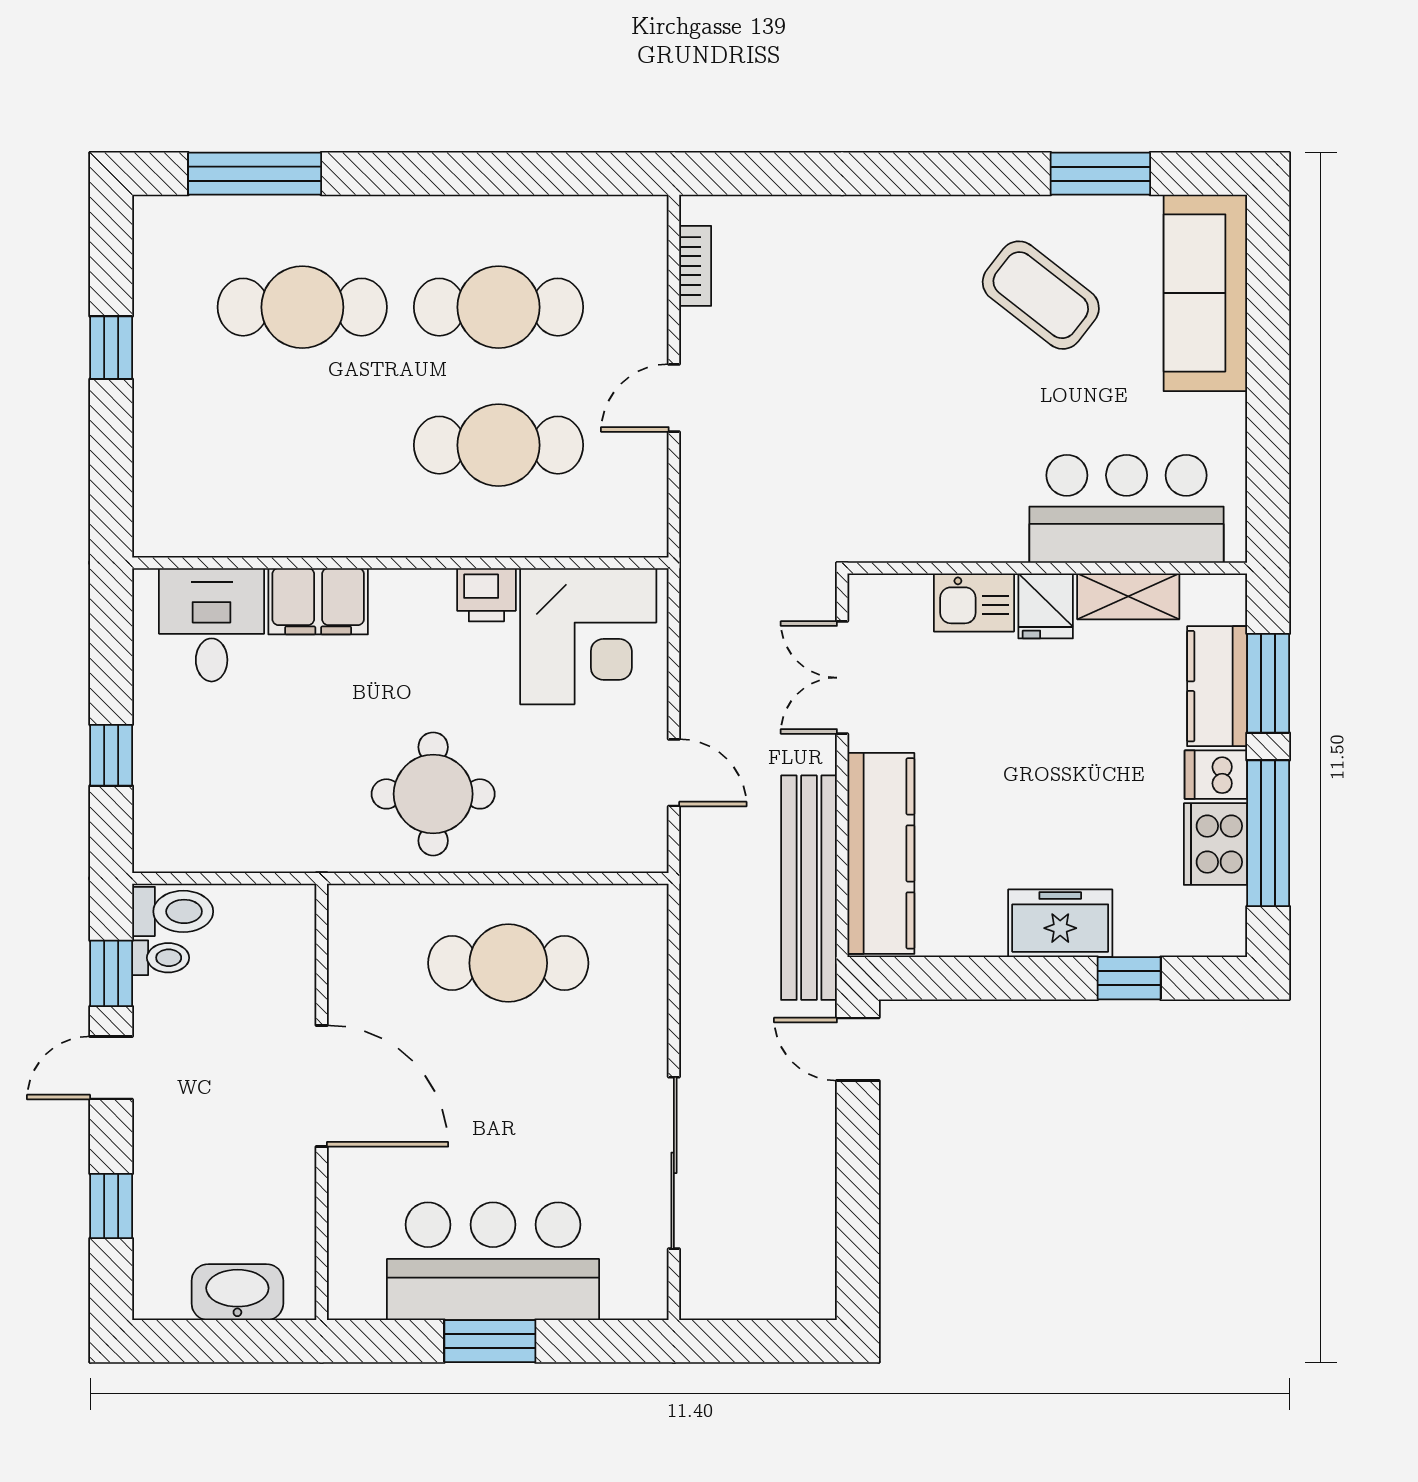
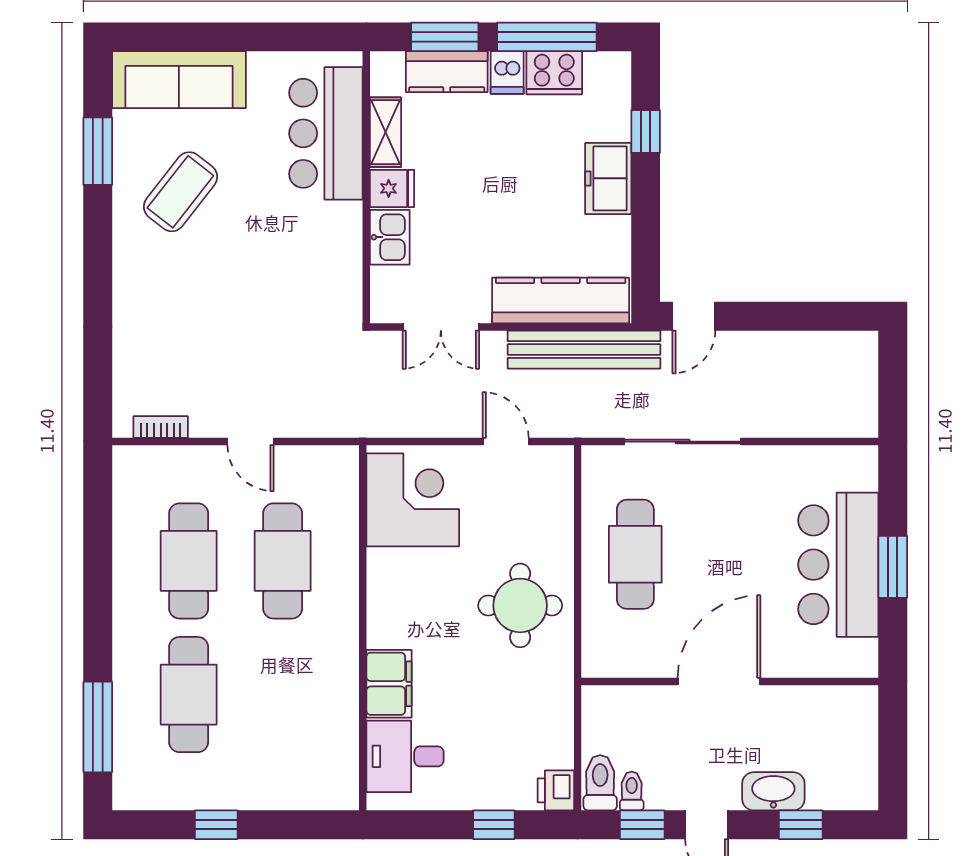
printer: (486, 595) -> (556, 790), moved, turned 180
door: (674, 773) -> (506, 442), hinge flipped
sliding door: (674, 1163) -> (683, 442), moved
washbasin: (237, 1292) -> (773, 791), moved, turned 90

